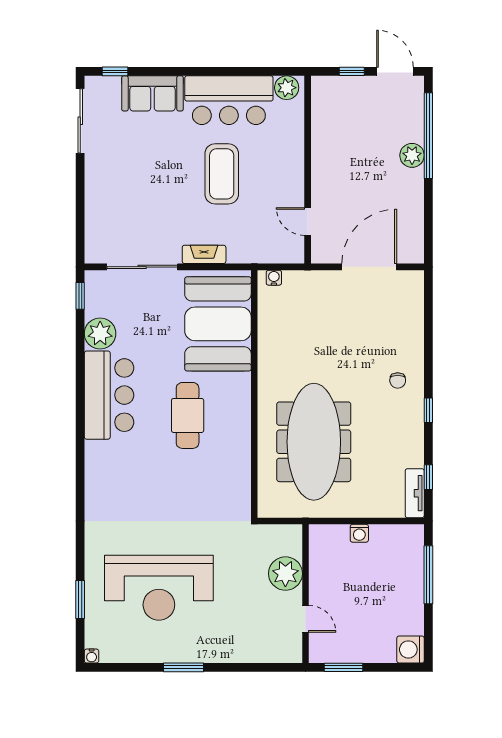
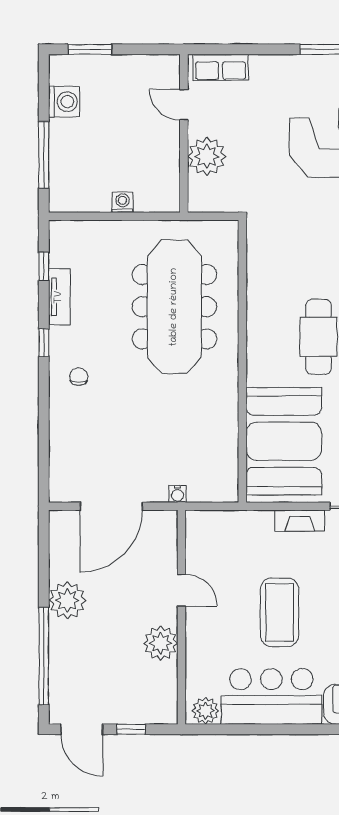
plant: (326, 147) -> (161, 643), added
plant: (412, 155) -> (67, 600), moved, width x1.36, depth x1.36
door: (308, 222) -> (181, 590), moved
water cooler: (274, 278) -> (178, 494), moved
tv unit: (415, 493) -> (59, 297), moved
washing machine: (410, 649) -> (64, 102), moved
row of seats: (273, 652) -> (221, 67), added
window: (344, 667) -> (90, 49), moved

